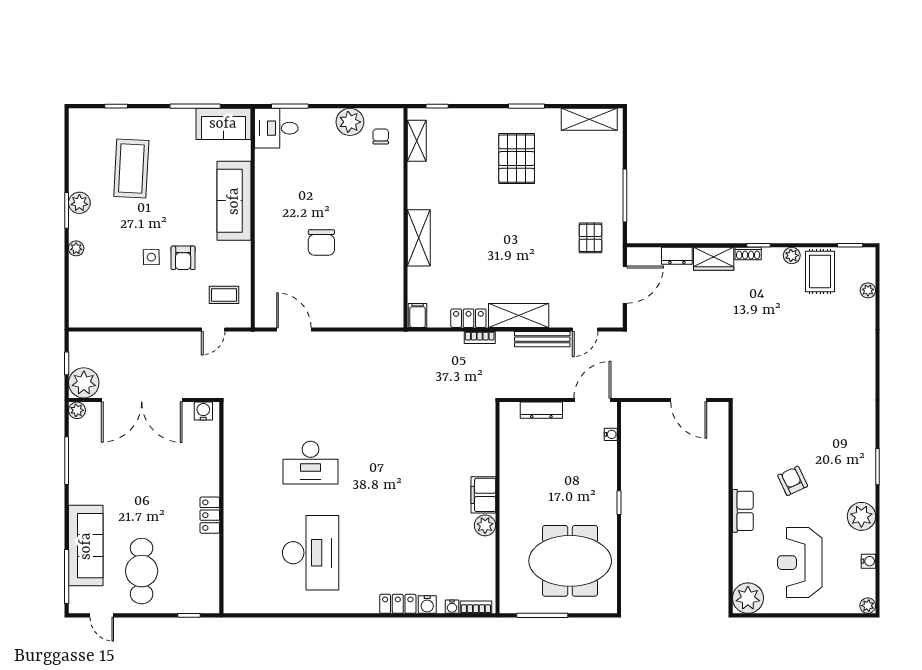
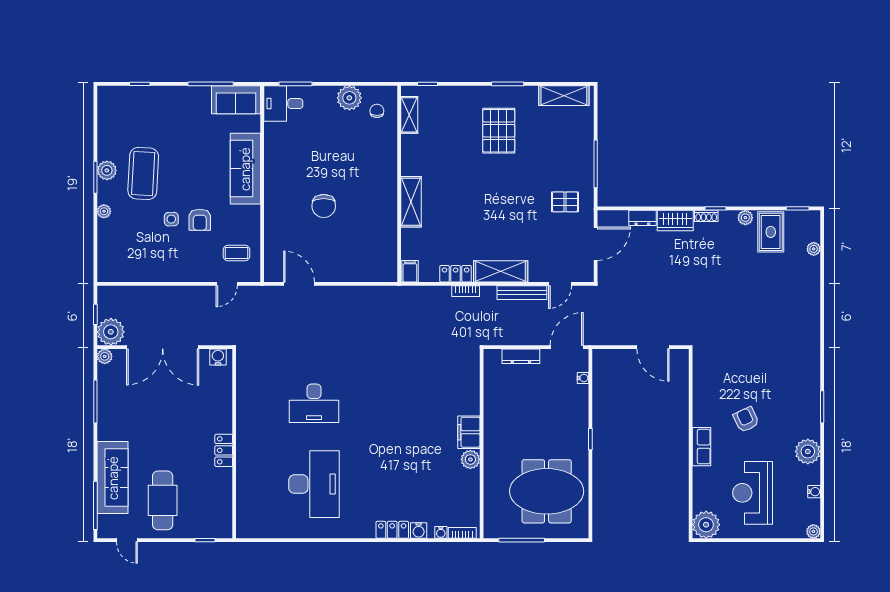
coffee table: (131, 169) -> (143, 174), moved
pallet: (591, 238) -> (565, 202), turned 90

